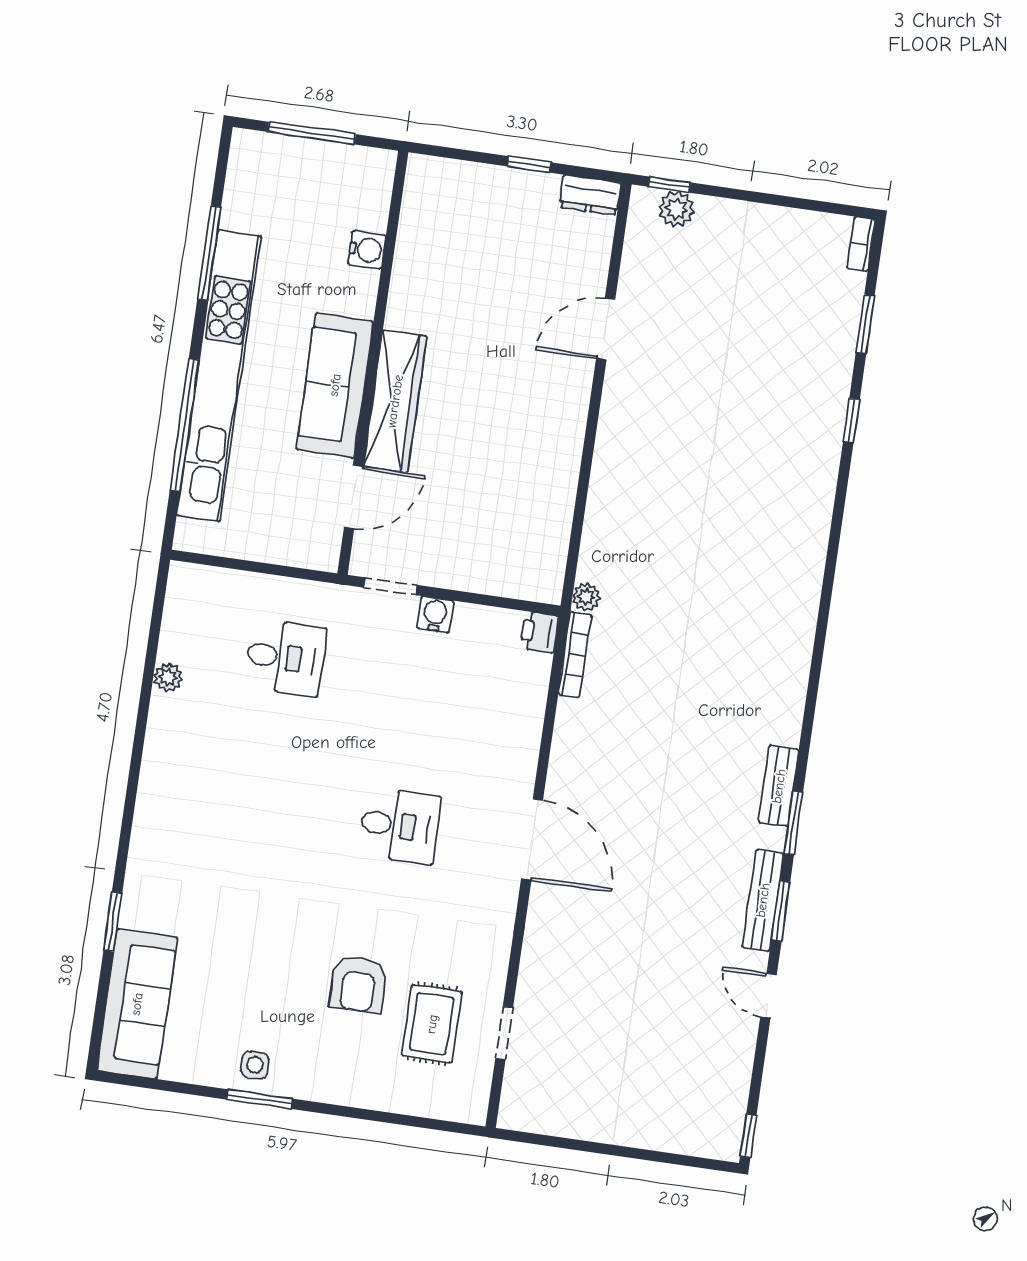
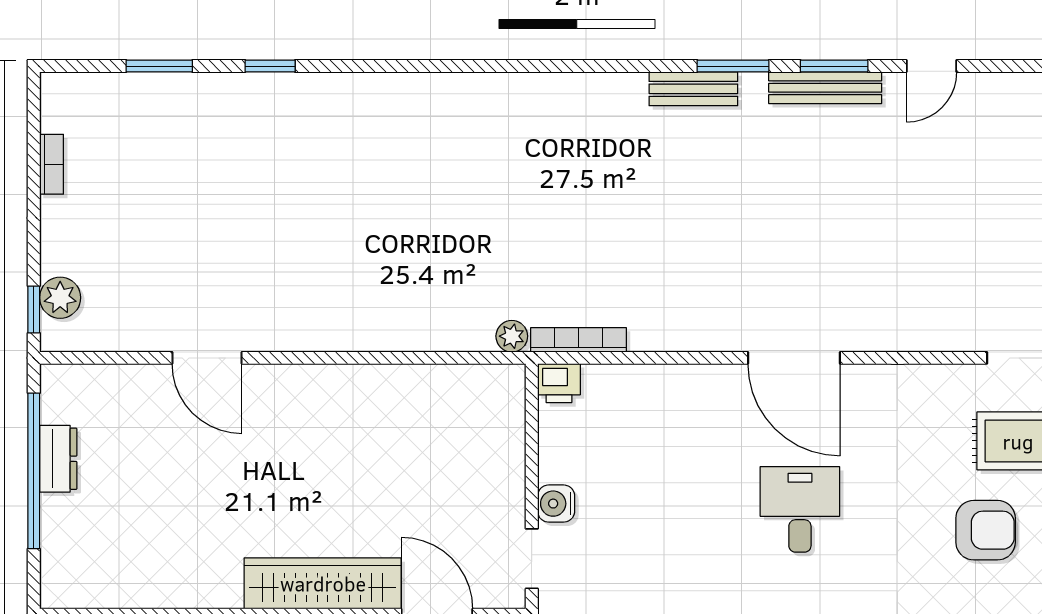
window: (529, 164) -> (34, 471), width x3.17
dresser: (590, 195) -> (58, 459), moved
bookcase: (861, 244) -> (51, 164), moved, turned -90
door: (532, 839) -> (794, 358), swing flipped

